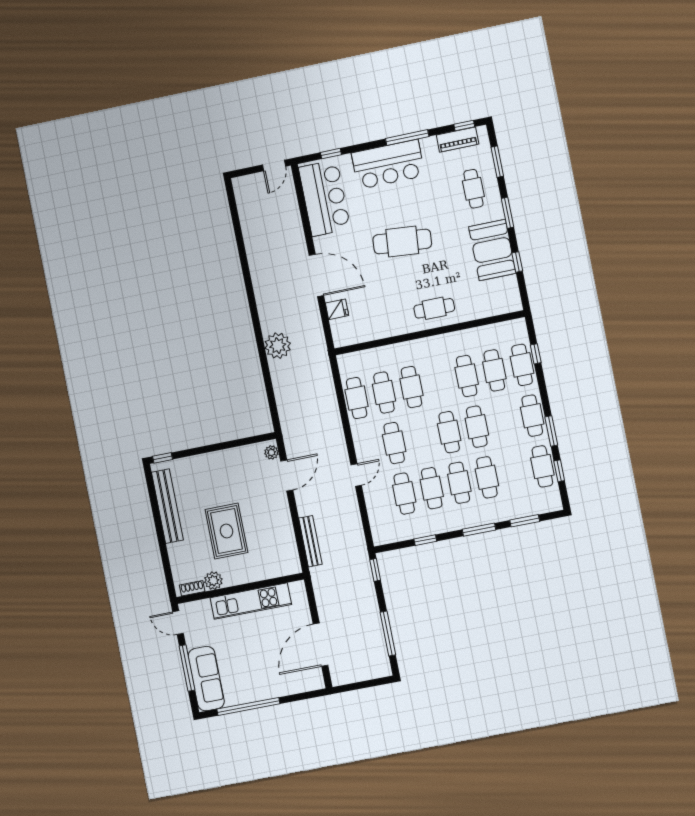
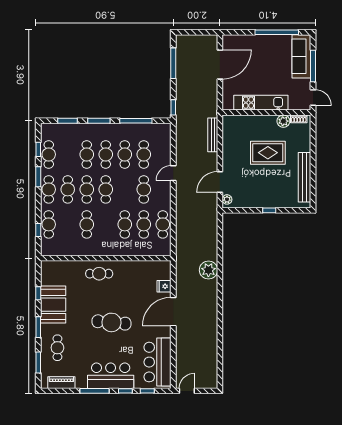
window: (464, 126) -> (125, 391), moved
door: (316, 275) -> (173, 312), hinge flipped
cafe table: (494, 370) -> (68, 189), moved
window: (163, 458) -> (269, 210), moved
rug: (226, 531) -> (268, 153), turned 90
window: (425, 540) -> (136, 121), width x2.17

